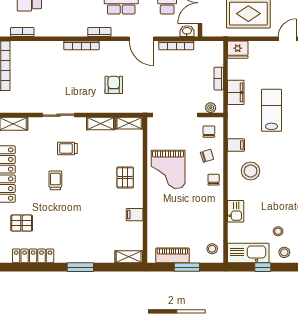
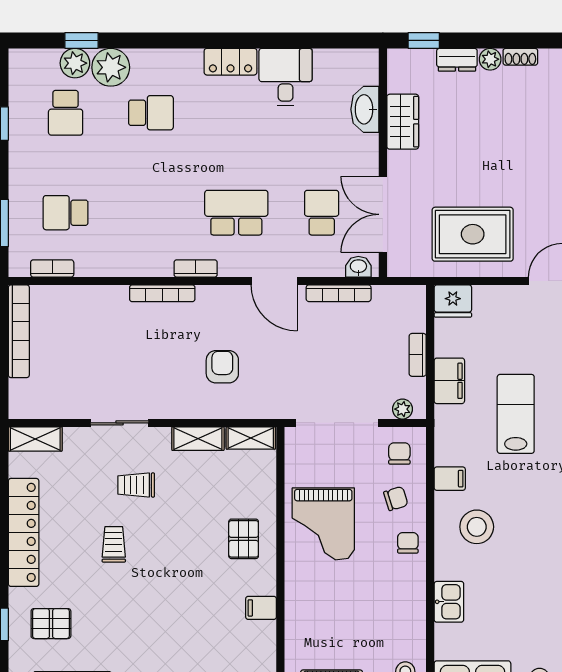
stool: (278, 231) -> (528, 639), removed

